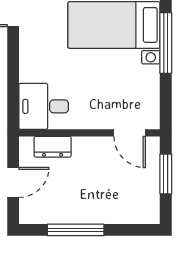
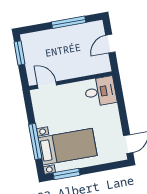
dresser: (53, 147) -> (91, 69), removed
window: (166, 174) -> (20, 53), moved

